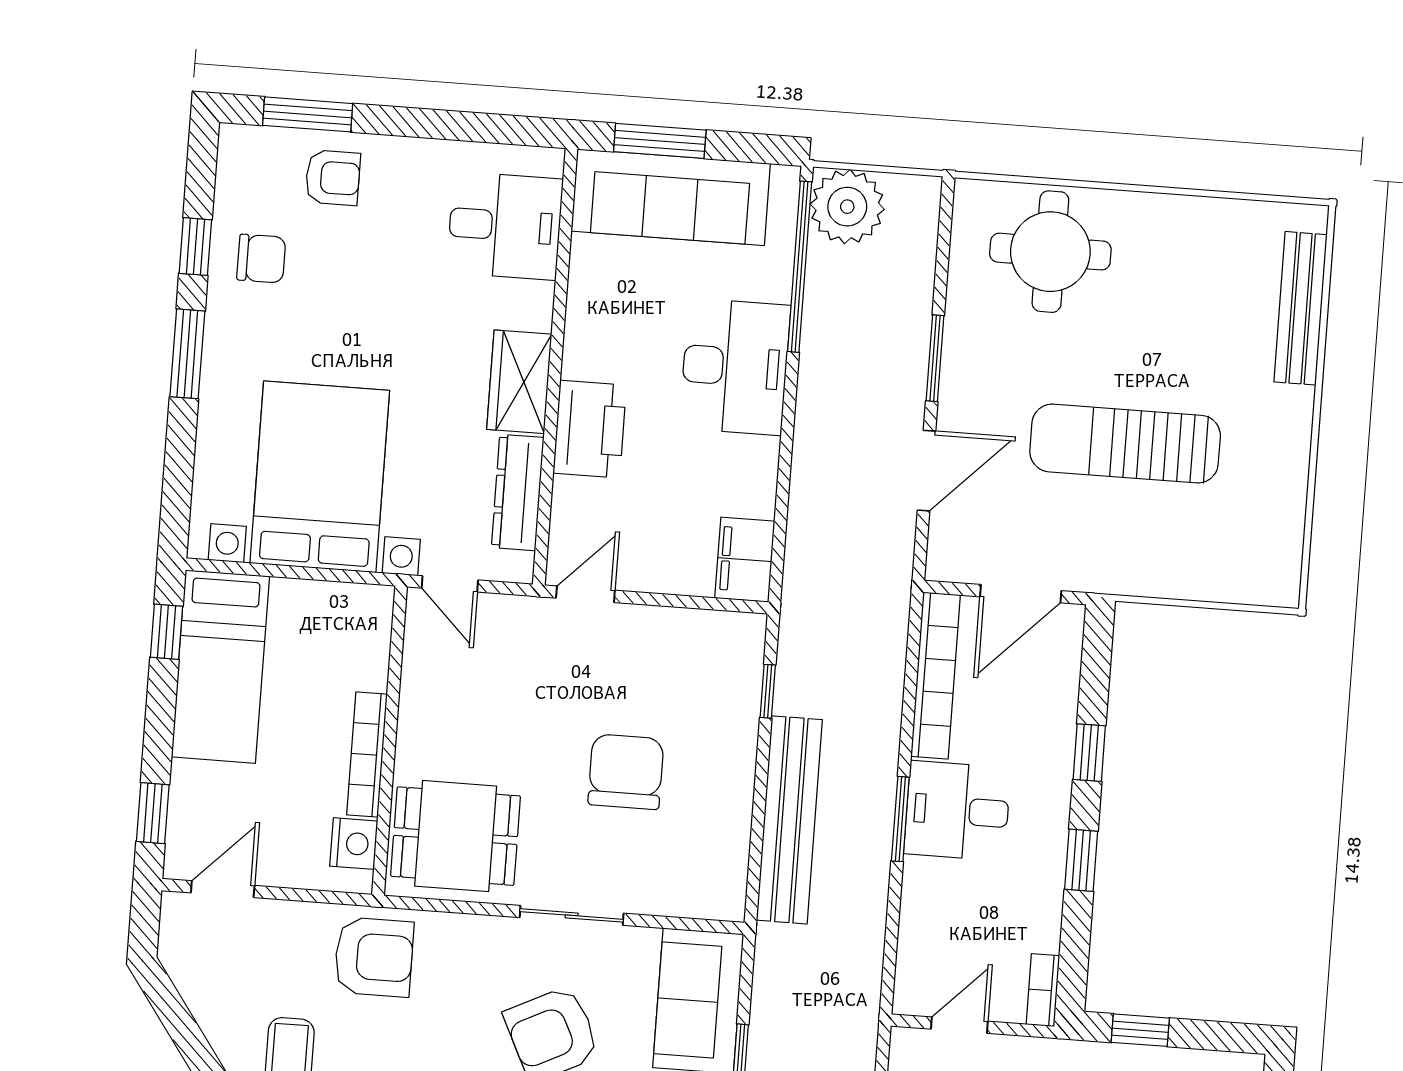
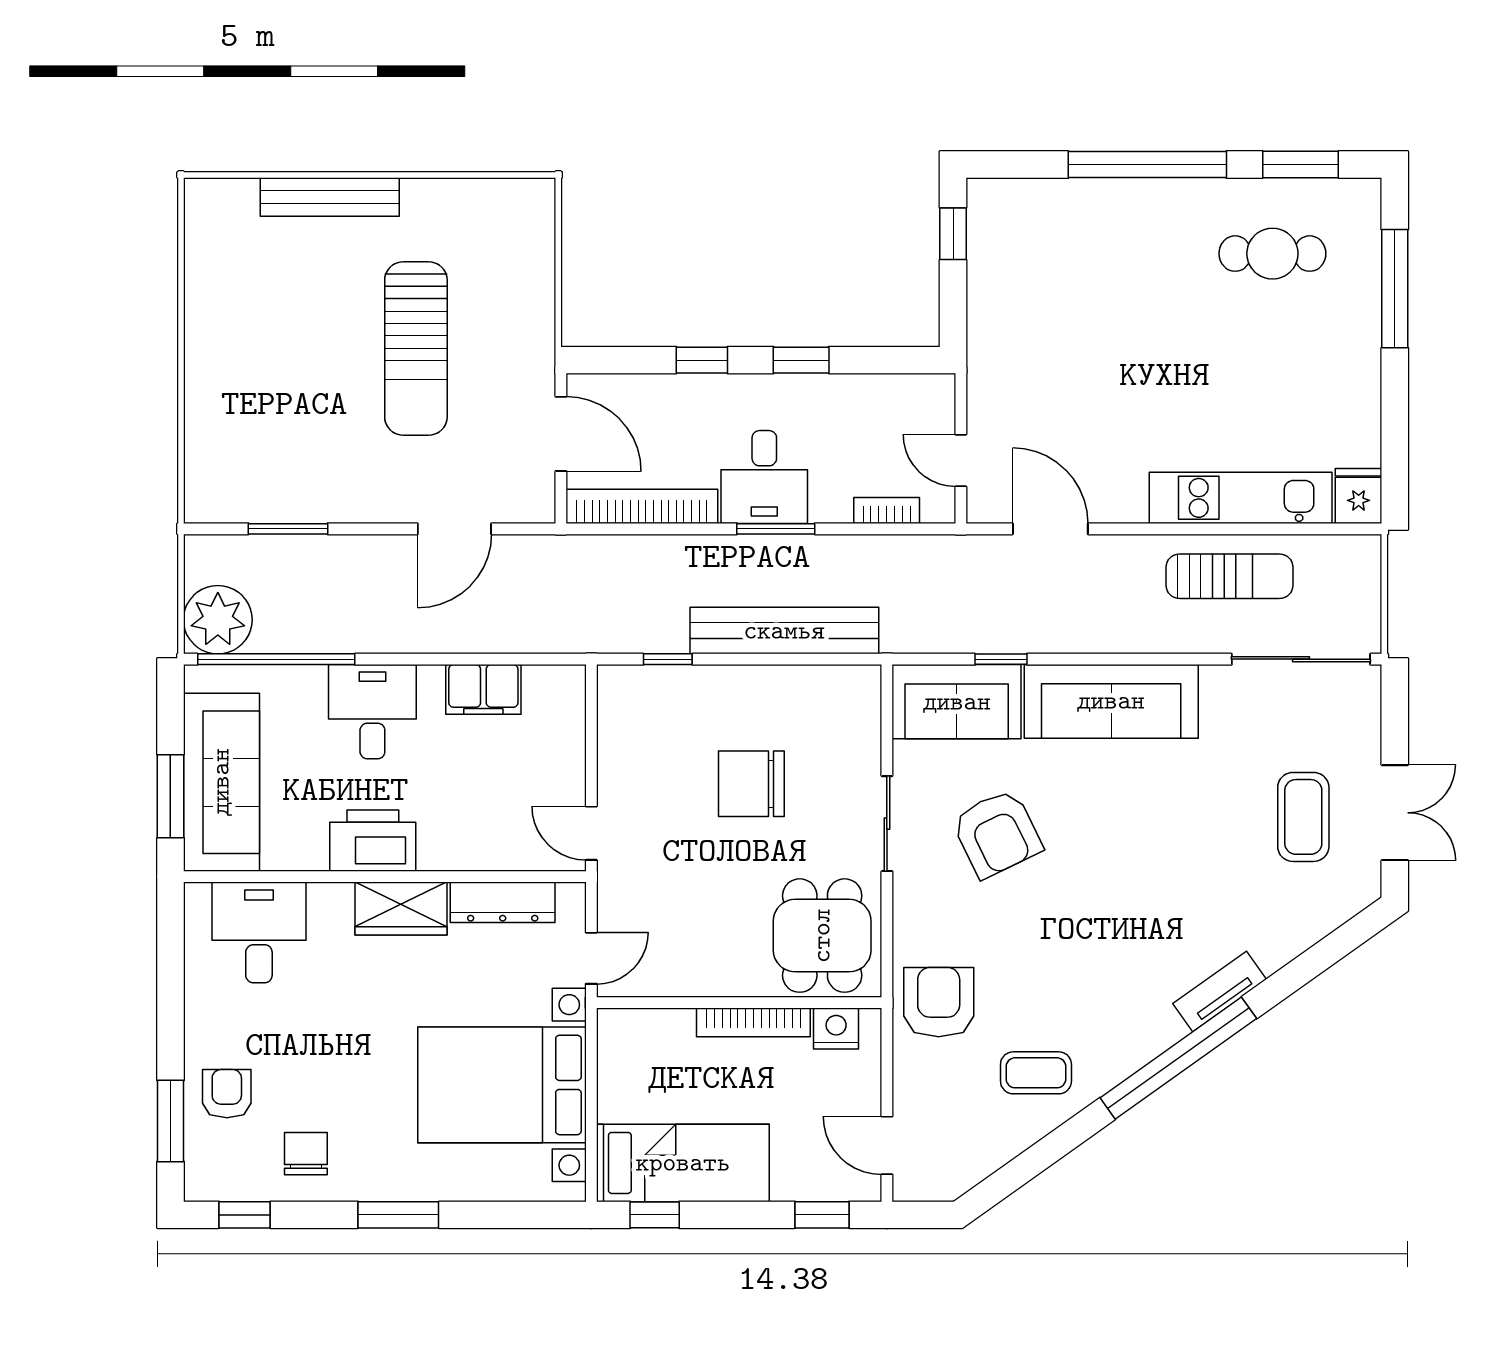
window: (195, 247) -> (245, 1215), moved
round table: (1050, 252) -> (245, 430), removed
bench: (1301, 308) -> (330, 197), moved
window: (935, 358) -> (288, 529), moved
desk: (735, 367) -> (372, 712), width x0.73
printer: (590, 429) -> (373, 841), moved
door: (927, 471) -> (454, 529), swing flipped
filing cabinet: (745, 560) -> (483, 689), moved
bookcase: (1043, 990) -> (887, 510), moved, turned 180
window: (1140, 1030) -> (953, 234), moved

